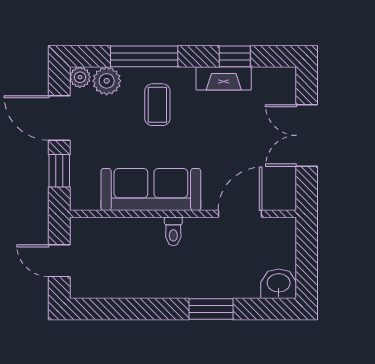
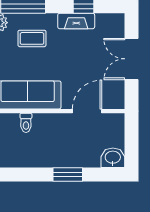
coffee table: (157, 105) -> (32, 38), turned 90
toilet: (173, 231) -> (26, 123), moved

